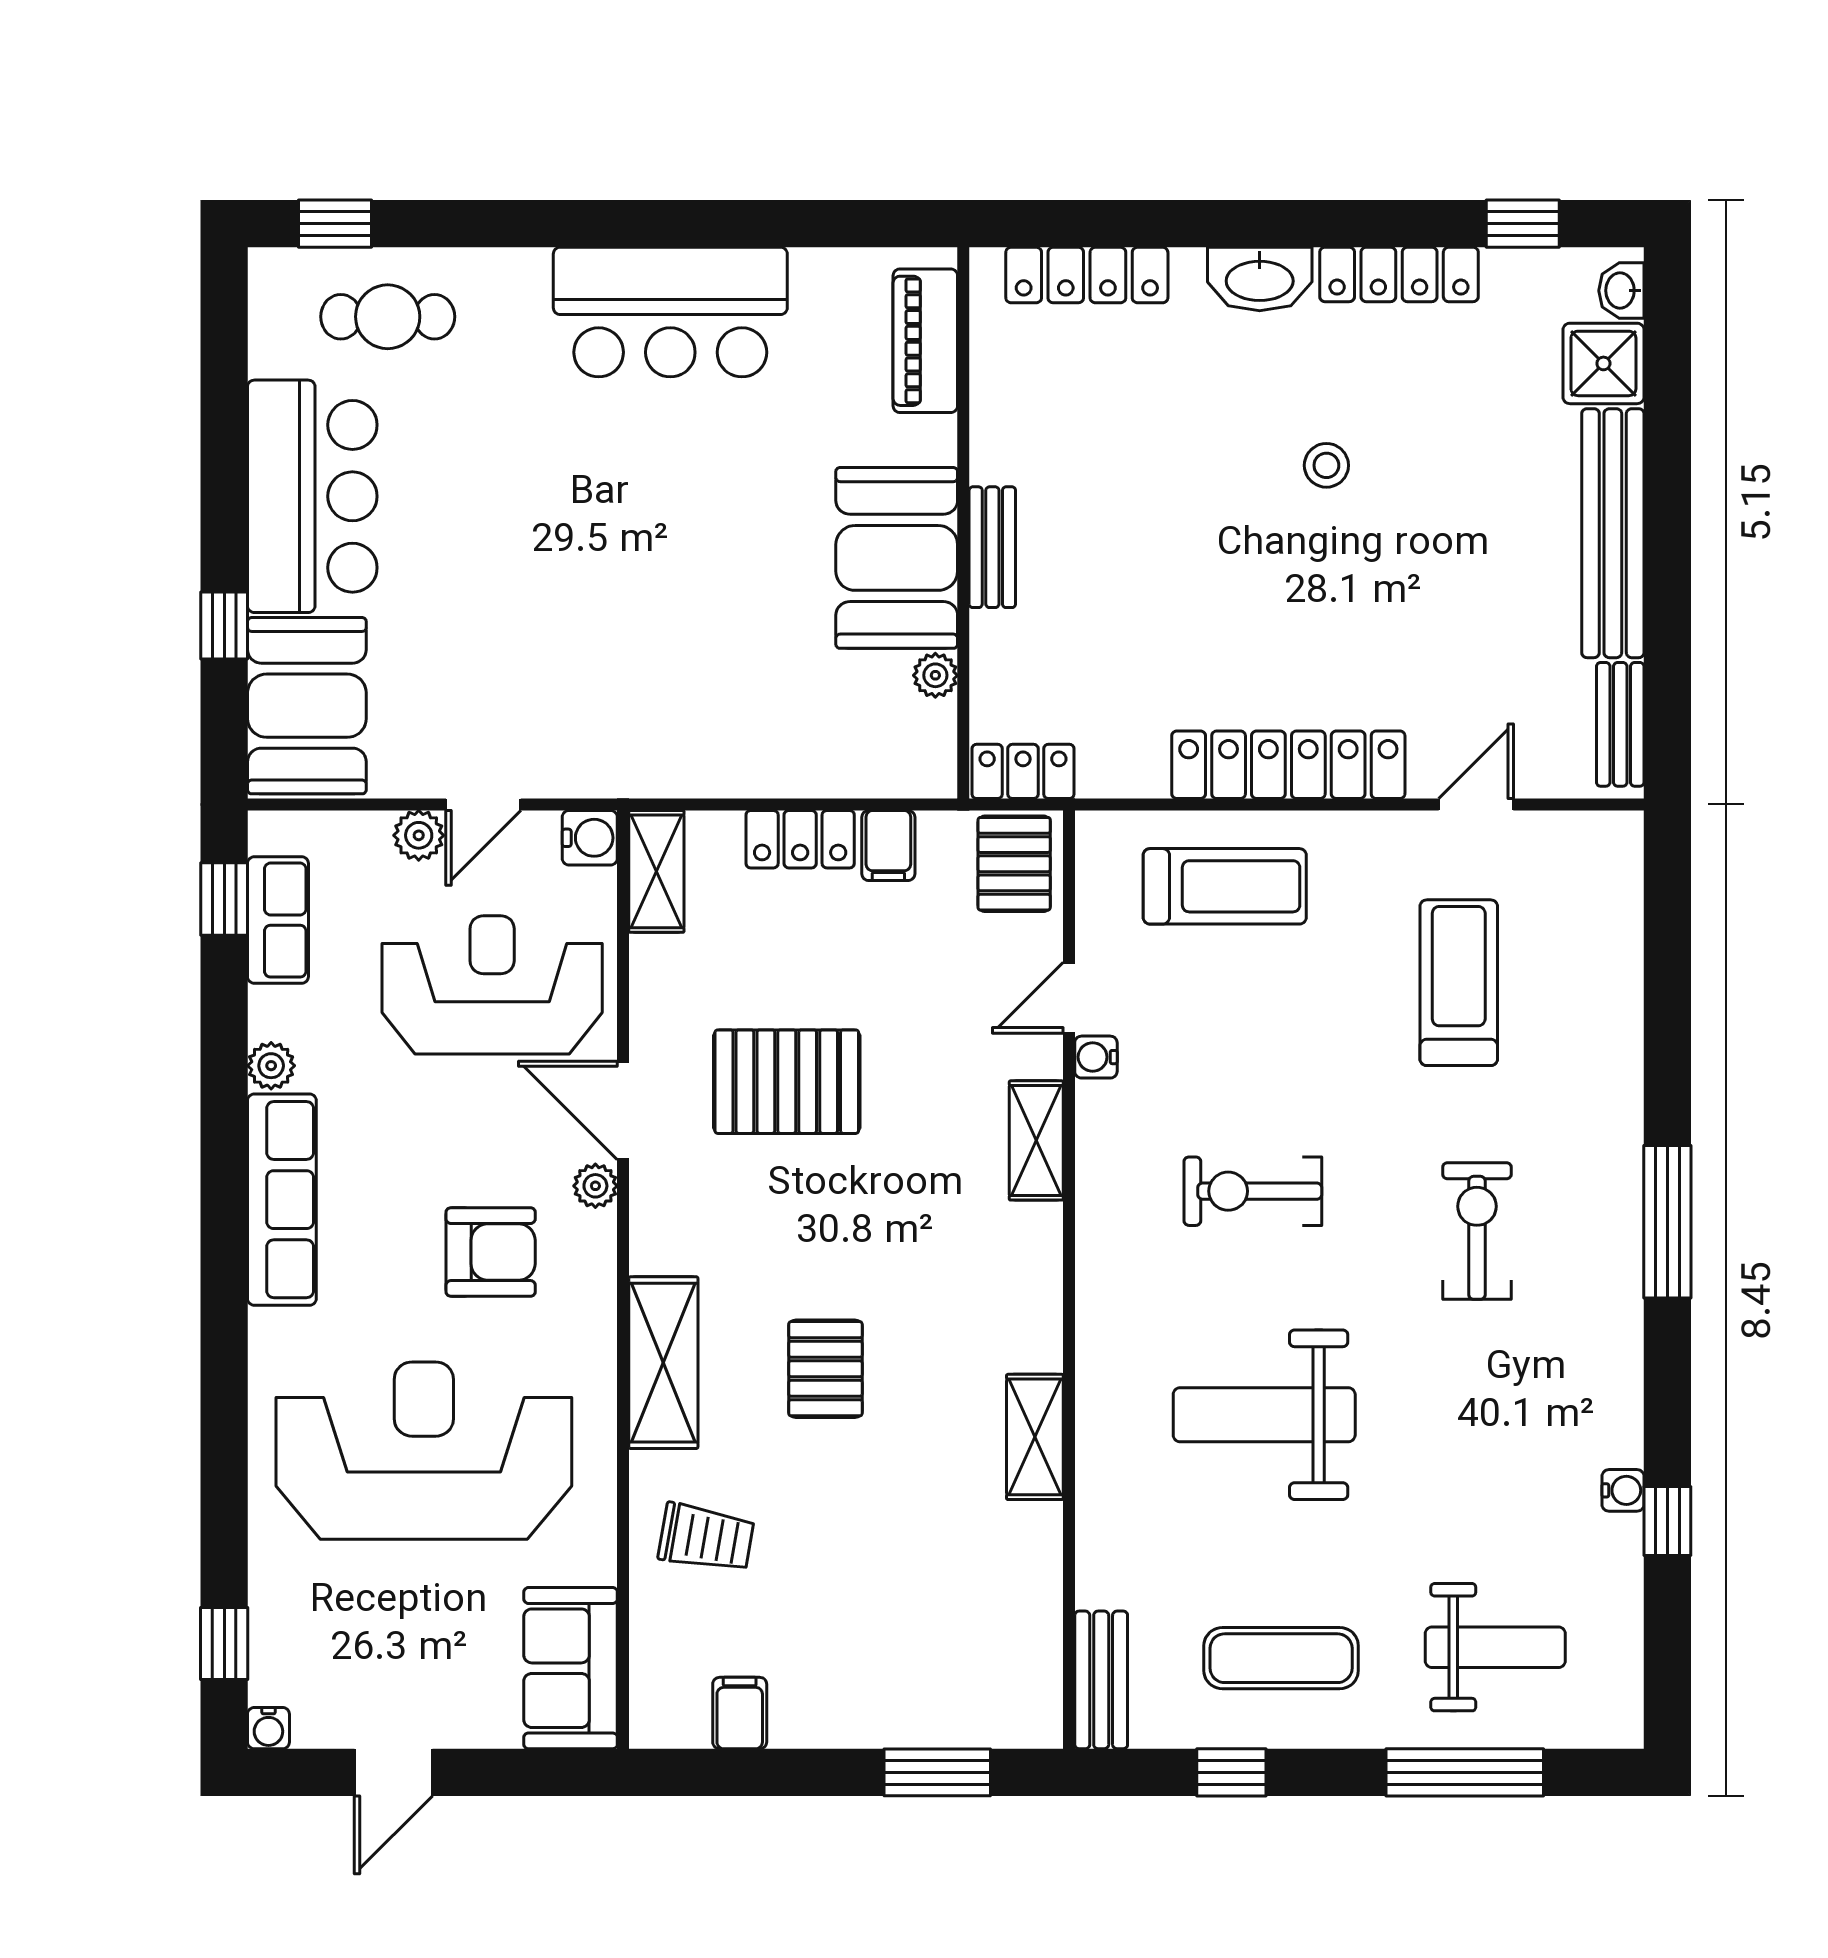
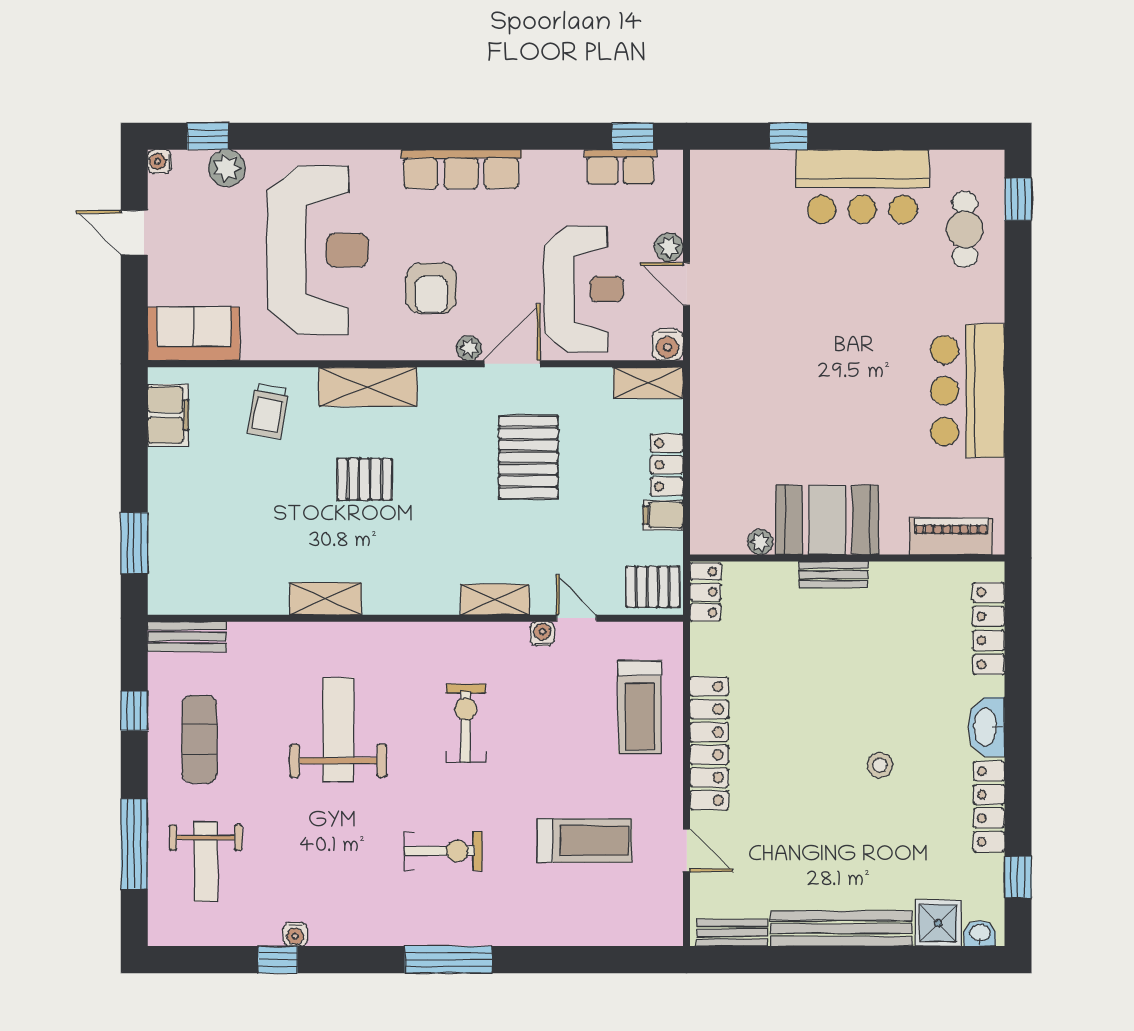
booth: (307, 706) -> (743, 183), removed
plant: (271, 1066) -> (227, 168), moved, width x1.38, depth x1.38
filing cabinet: (740, 1713) -> (168, 415), width x2.00

